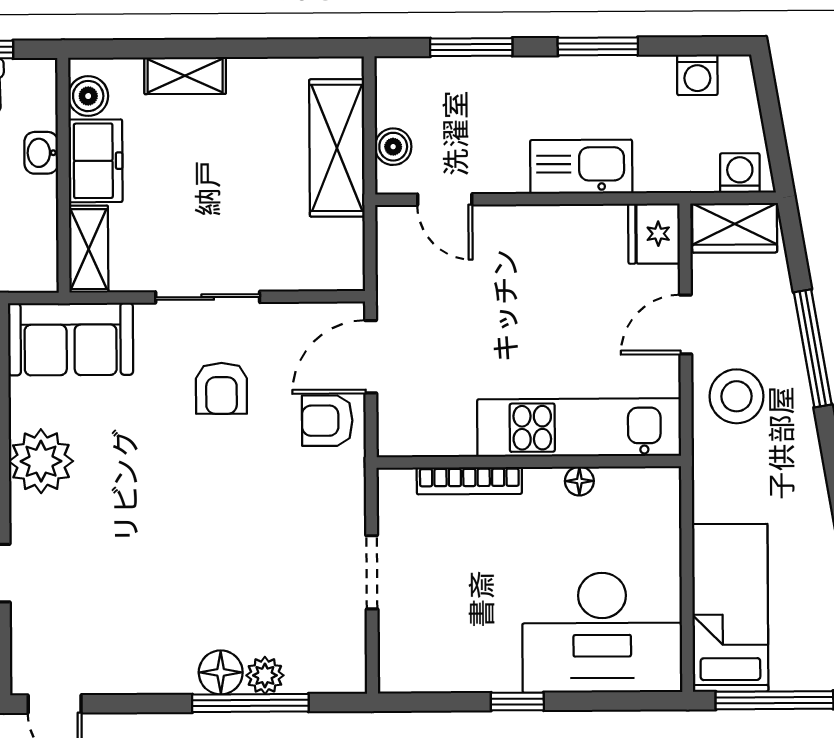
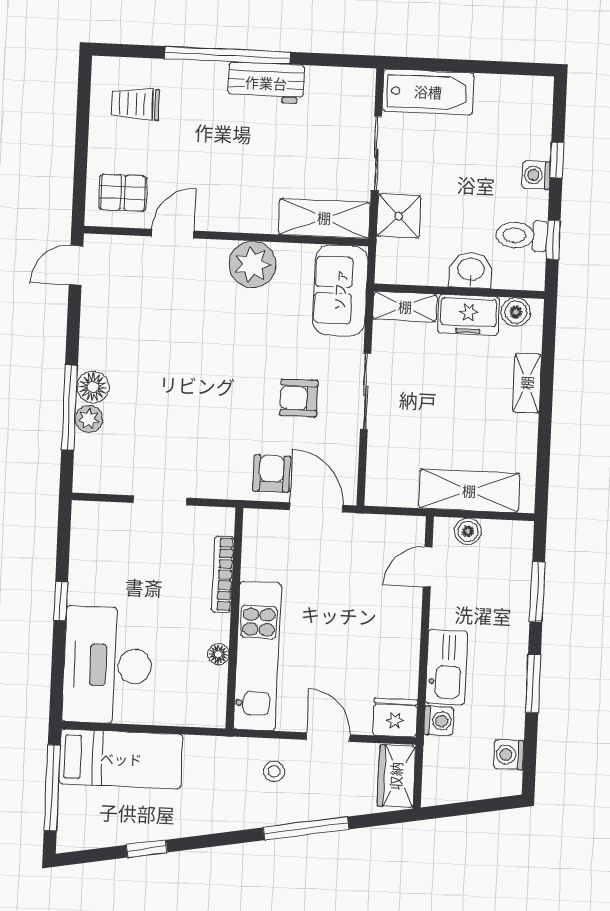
washbasin: (41, 153) -> (471, 270), width x1.38, depth x1.45
washing machine: (740, 173) -> (439, 721), moved
stool: (737, 396) -> (274, 771), width x0.53, depth x0.53

